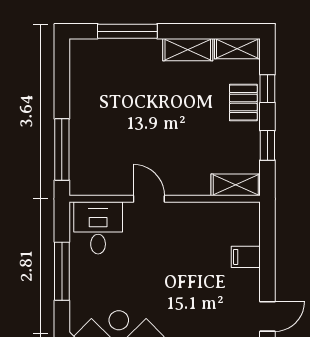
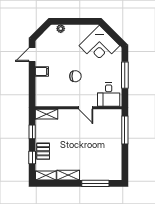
filing cabinet: (246, 257) -> (42, 71), moved
chair: (172, 269) -> (75, 76), added

